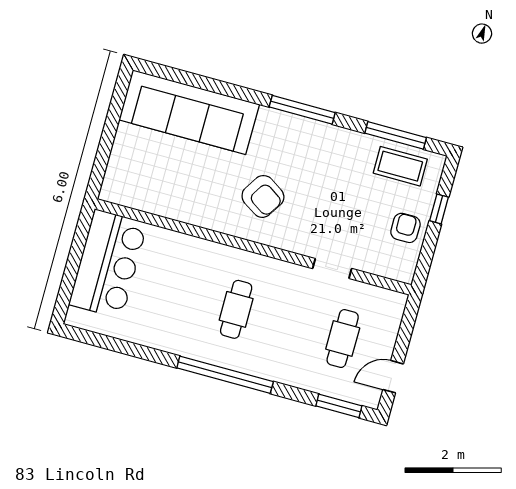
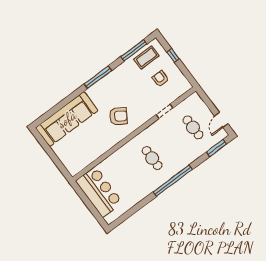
armchair: (405, 228) -> (160, 79), moved

